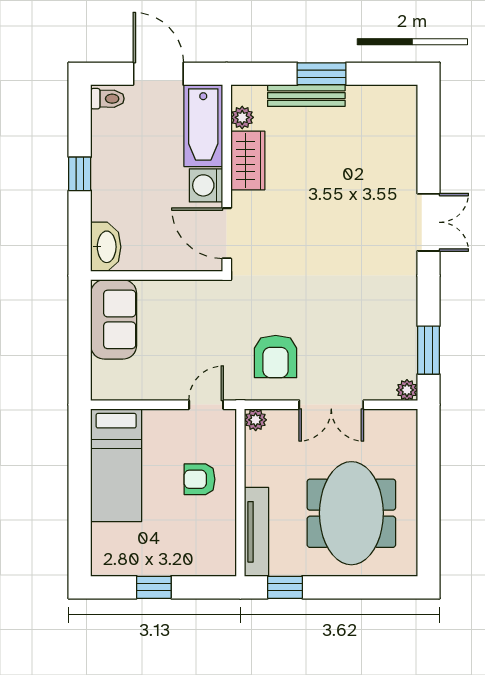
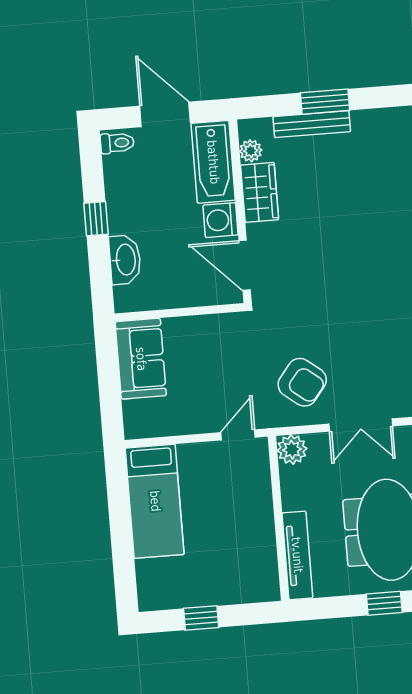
washbasin: (106, 247) -> (125, 260), moved
armchair: (276, 357) -> (302, 382), turned -52
plant: (256, 420) -> (292, 450), width x1.38, depth x1.38
armchair: (200, 479) -> (237, 508), removed
window: (285, 587) -> (384, 603), moved

